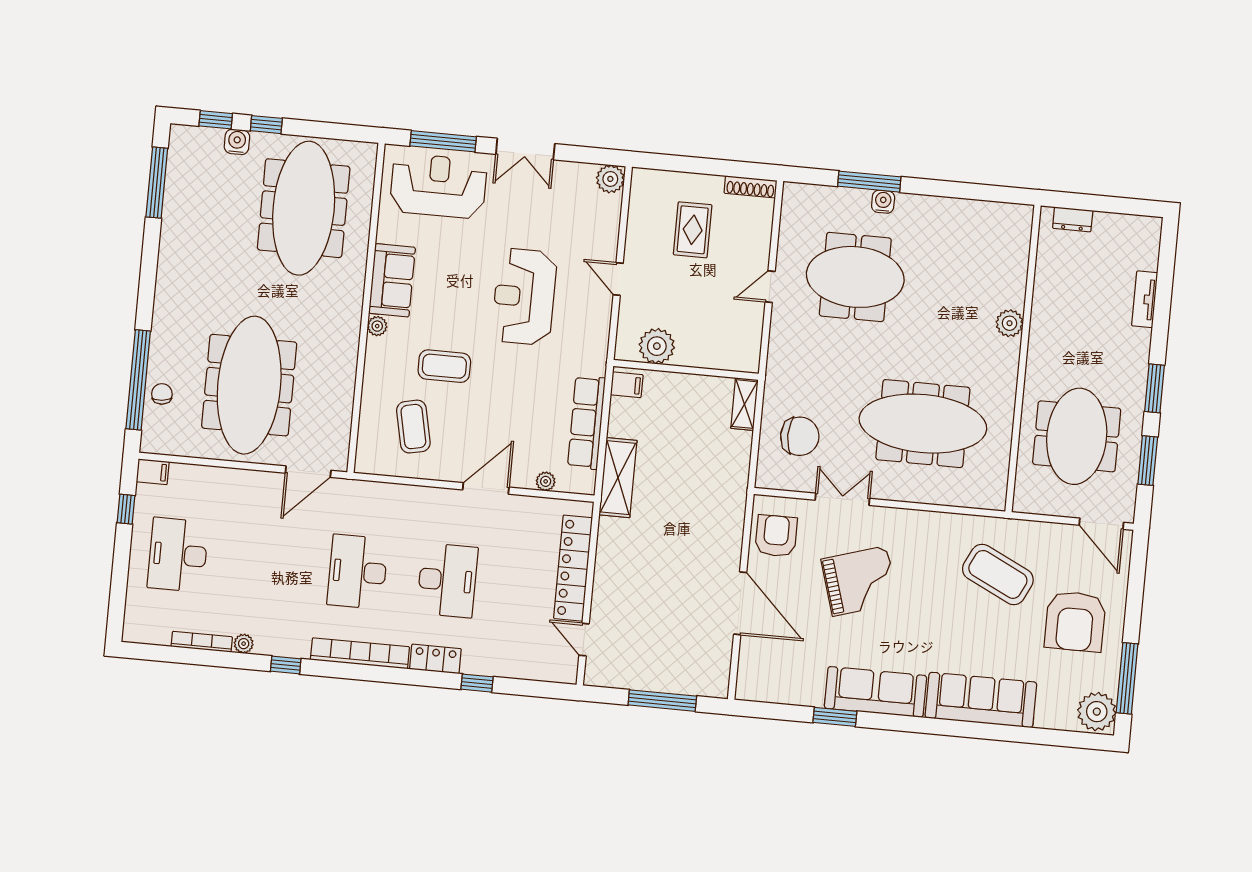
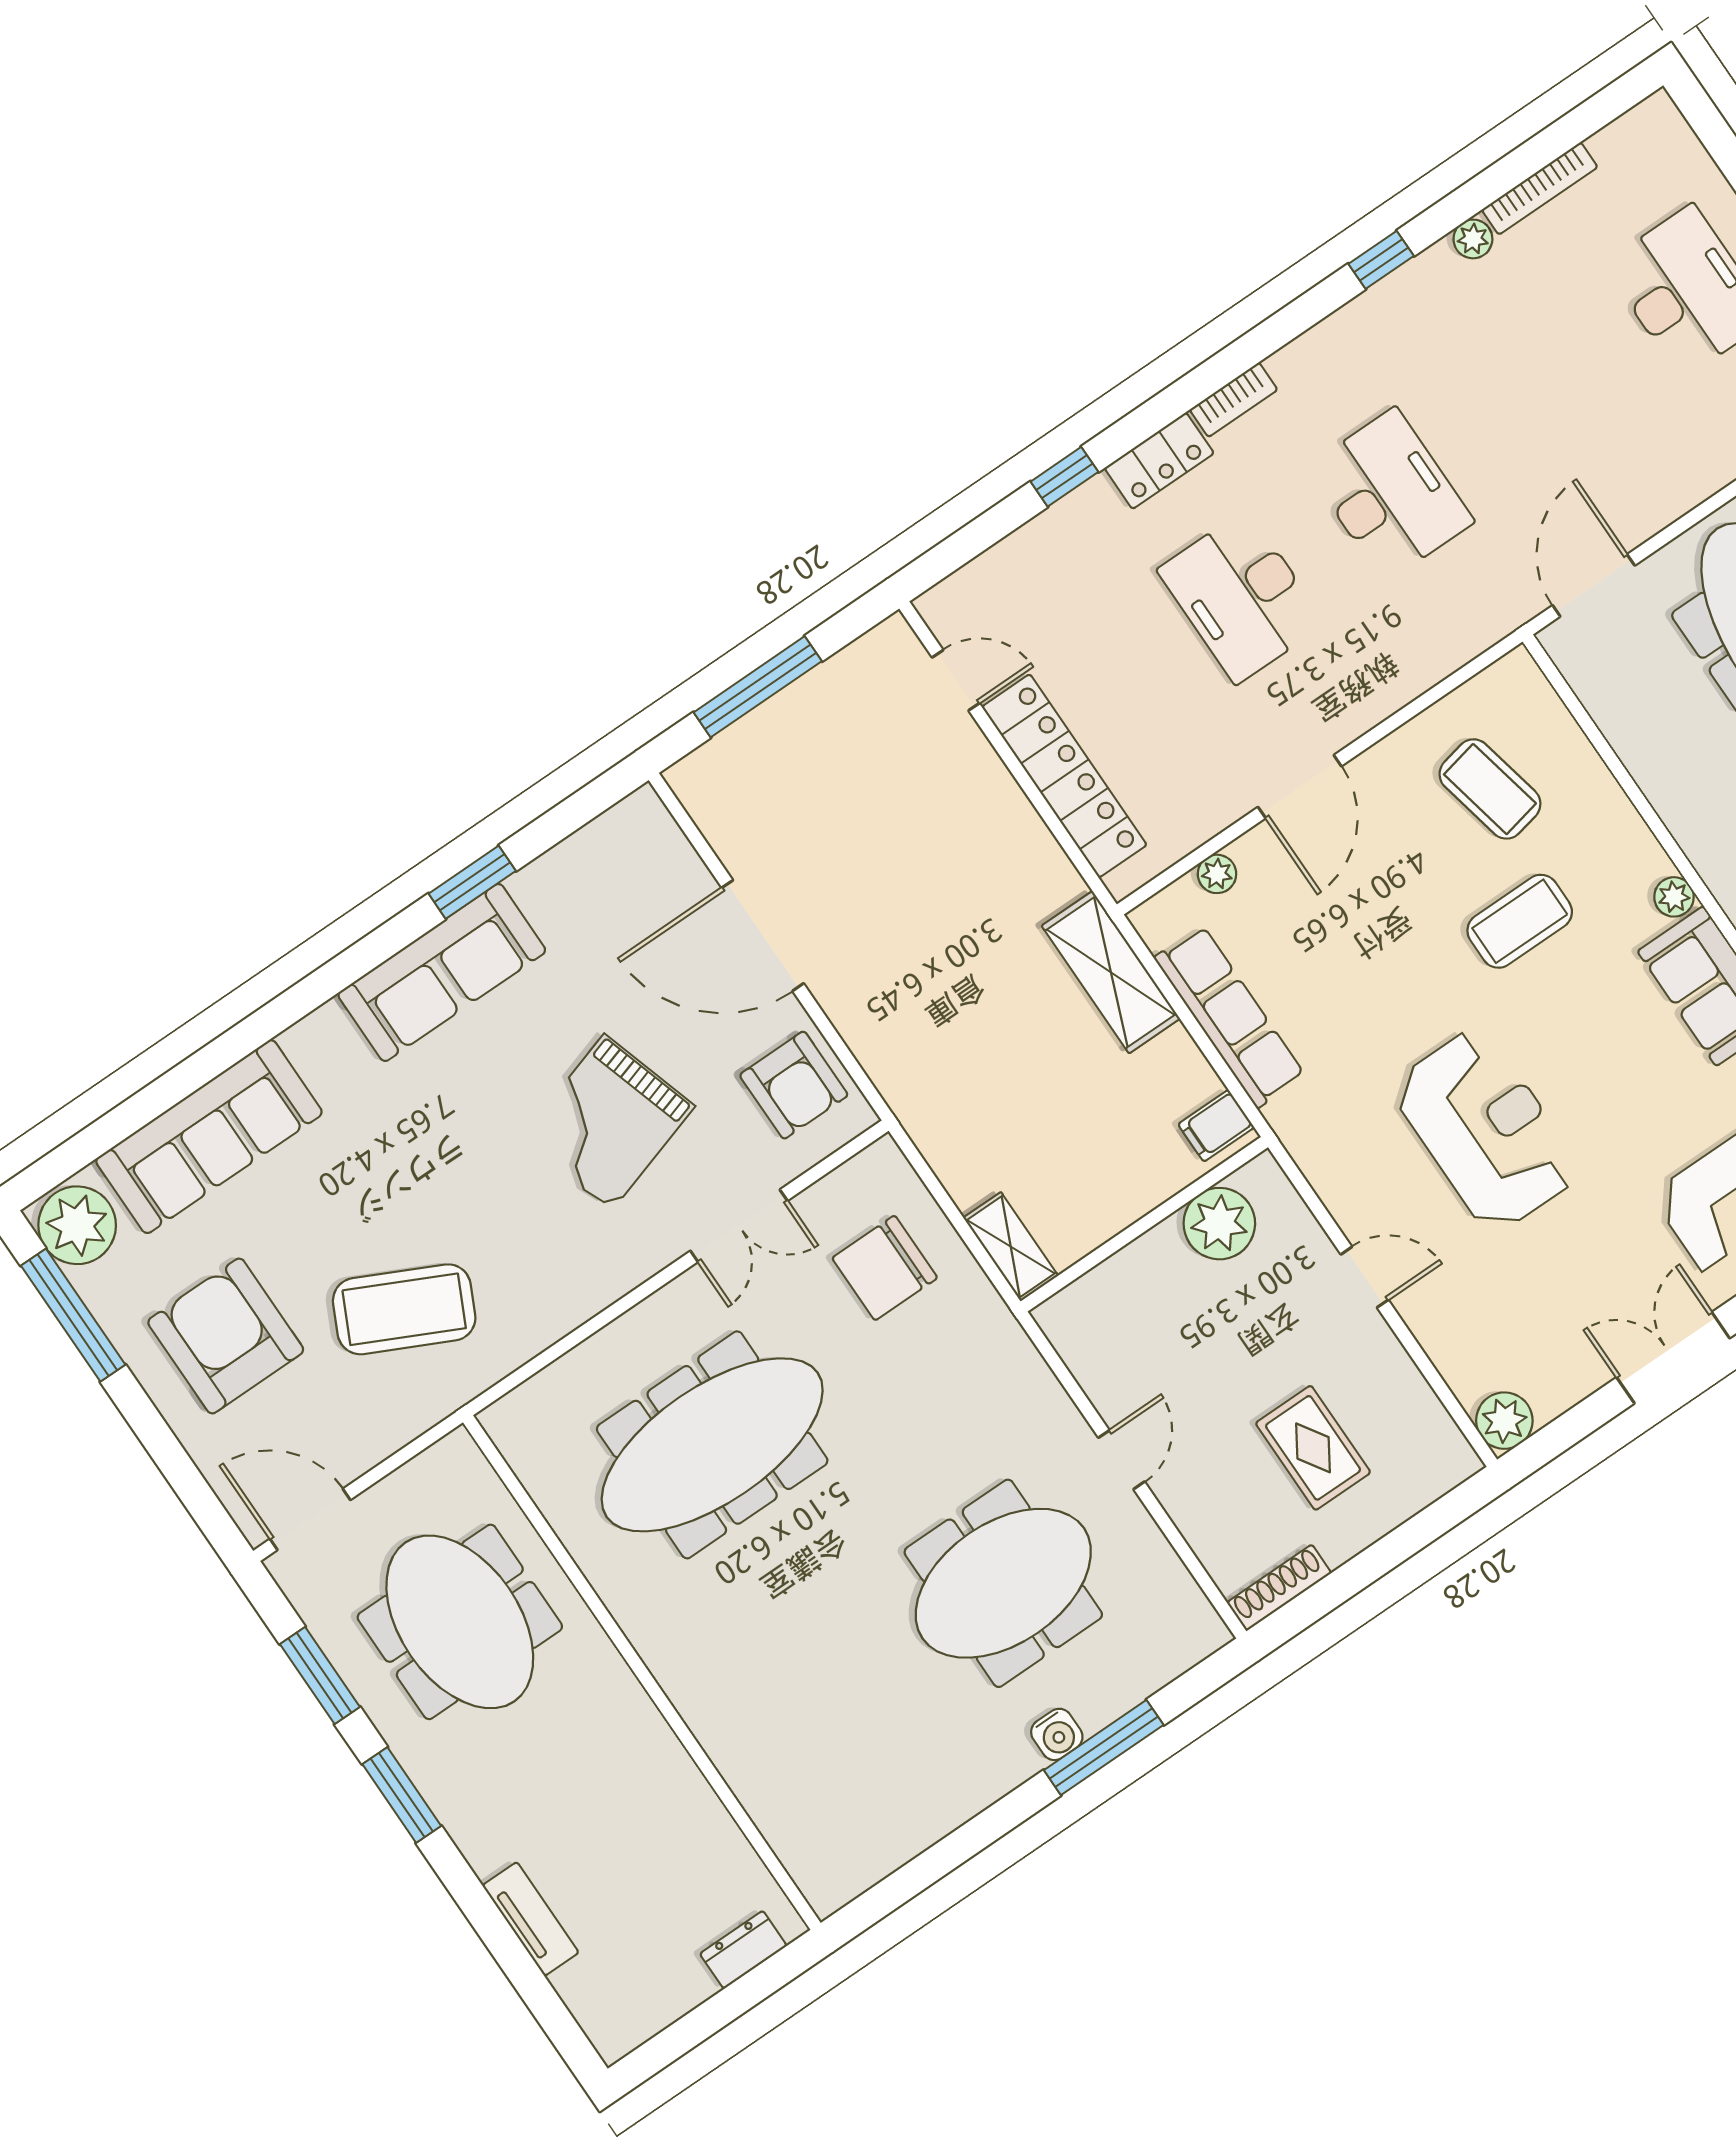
plant: (1009, 323) -> (708, 1710), removed
bookcase: (360, 653) -> (1234, 400), width x0.43, depth x0.76
sofa: (981, 700) -> (209, 1137), moved

